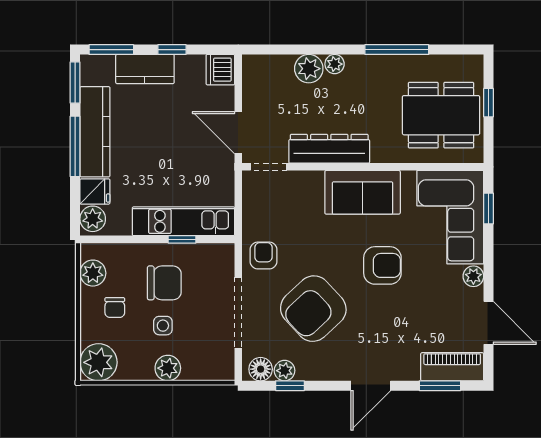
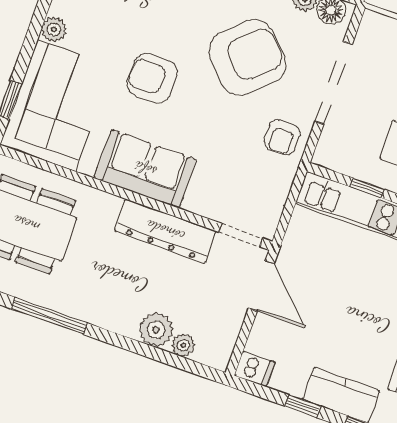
plant: (335, 64) -> (183, 345), moved
dishwasher: (220, 70) -> (255, 369), width x0.73

